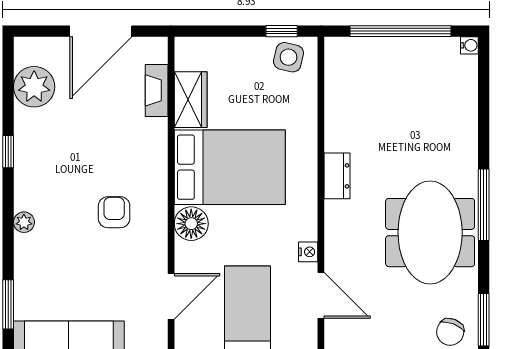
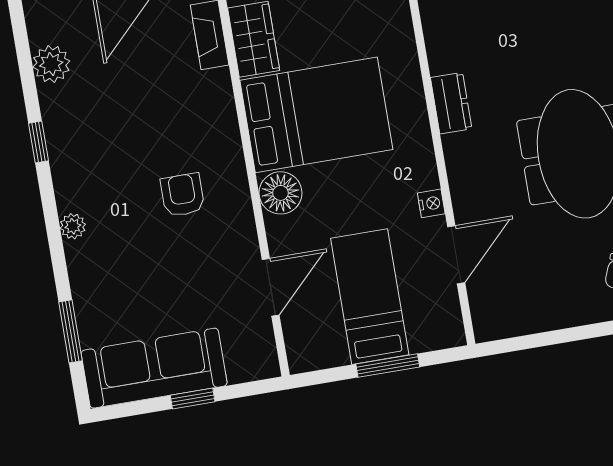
plant: (34, 87) -> (51, 64), width x0.73, depth x0.73
door: (321, 295) -> (456, 255), hinge flipped

